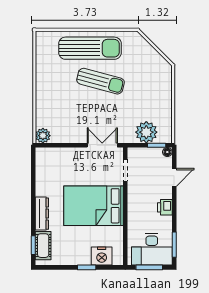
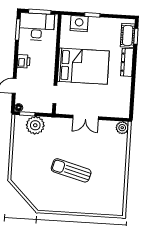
sun lounger: (90, 48) -> (78, 199), removed
double door: (102, 145) -> (86, 117), moved

